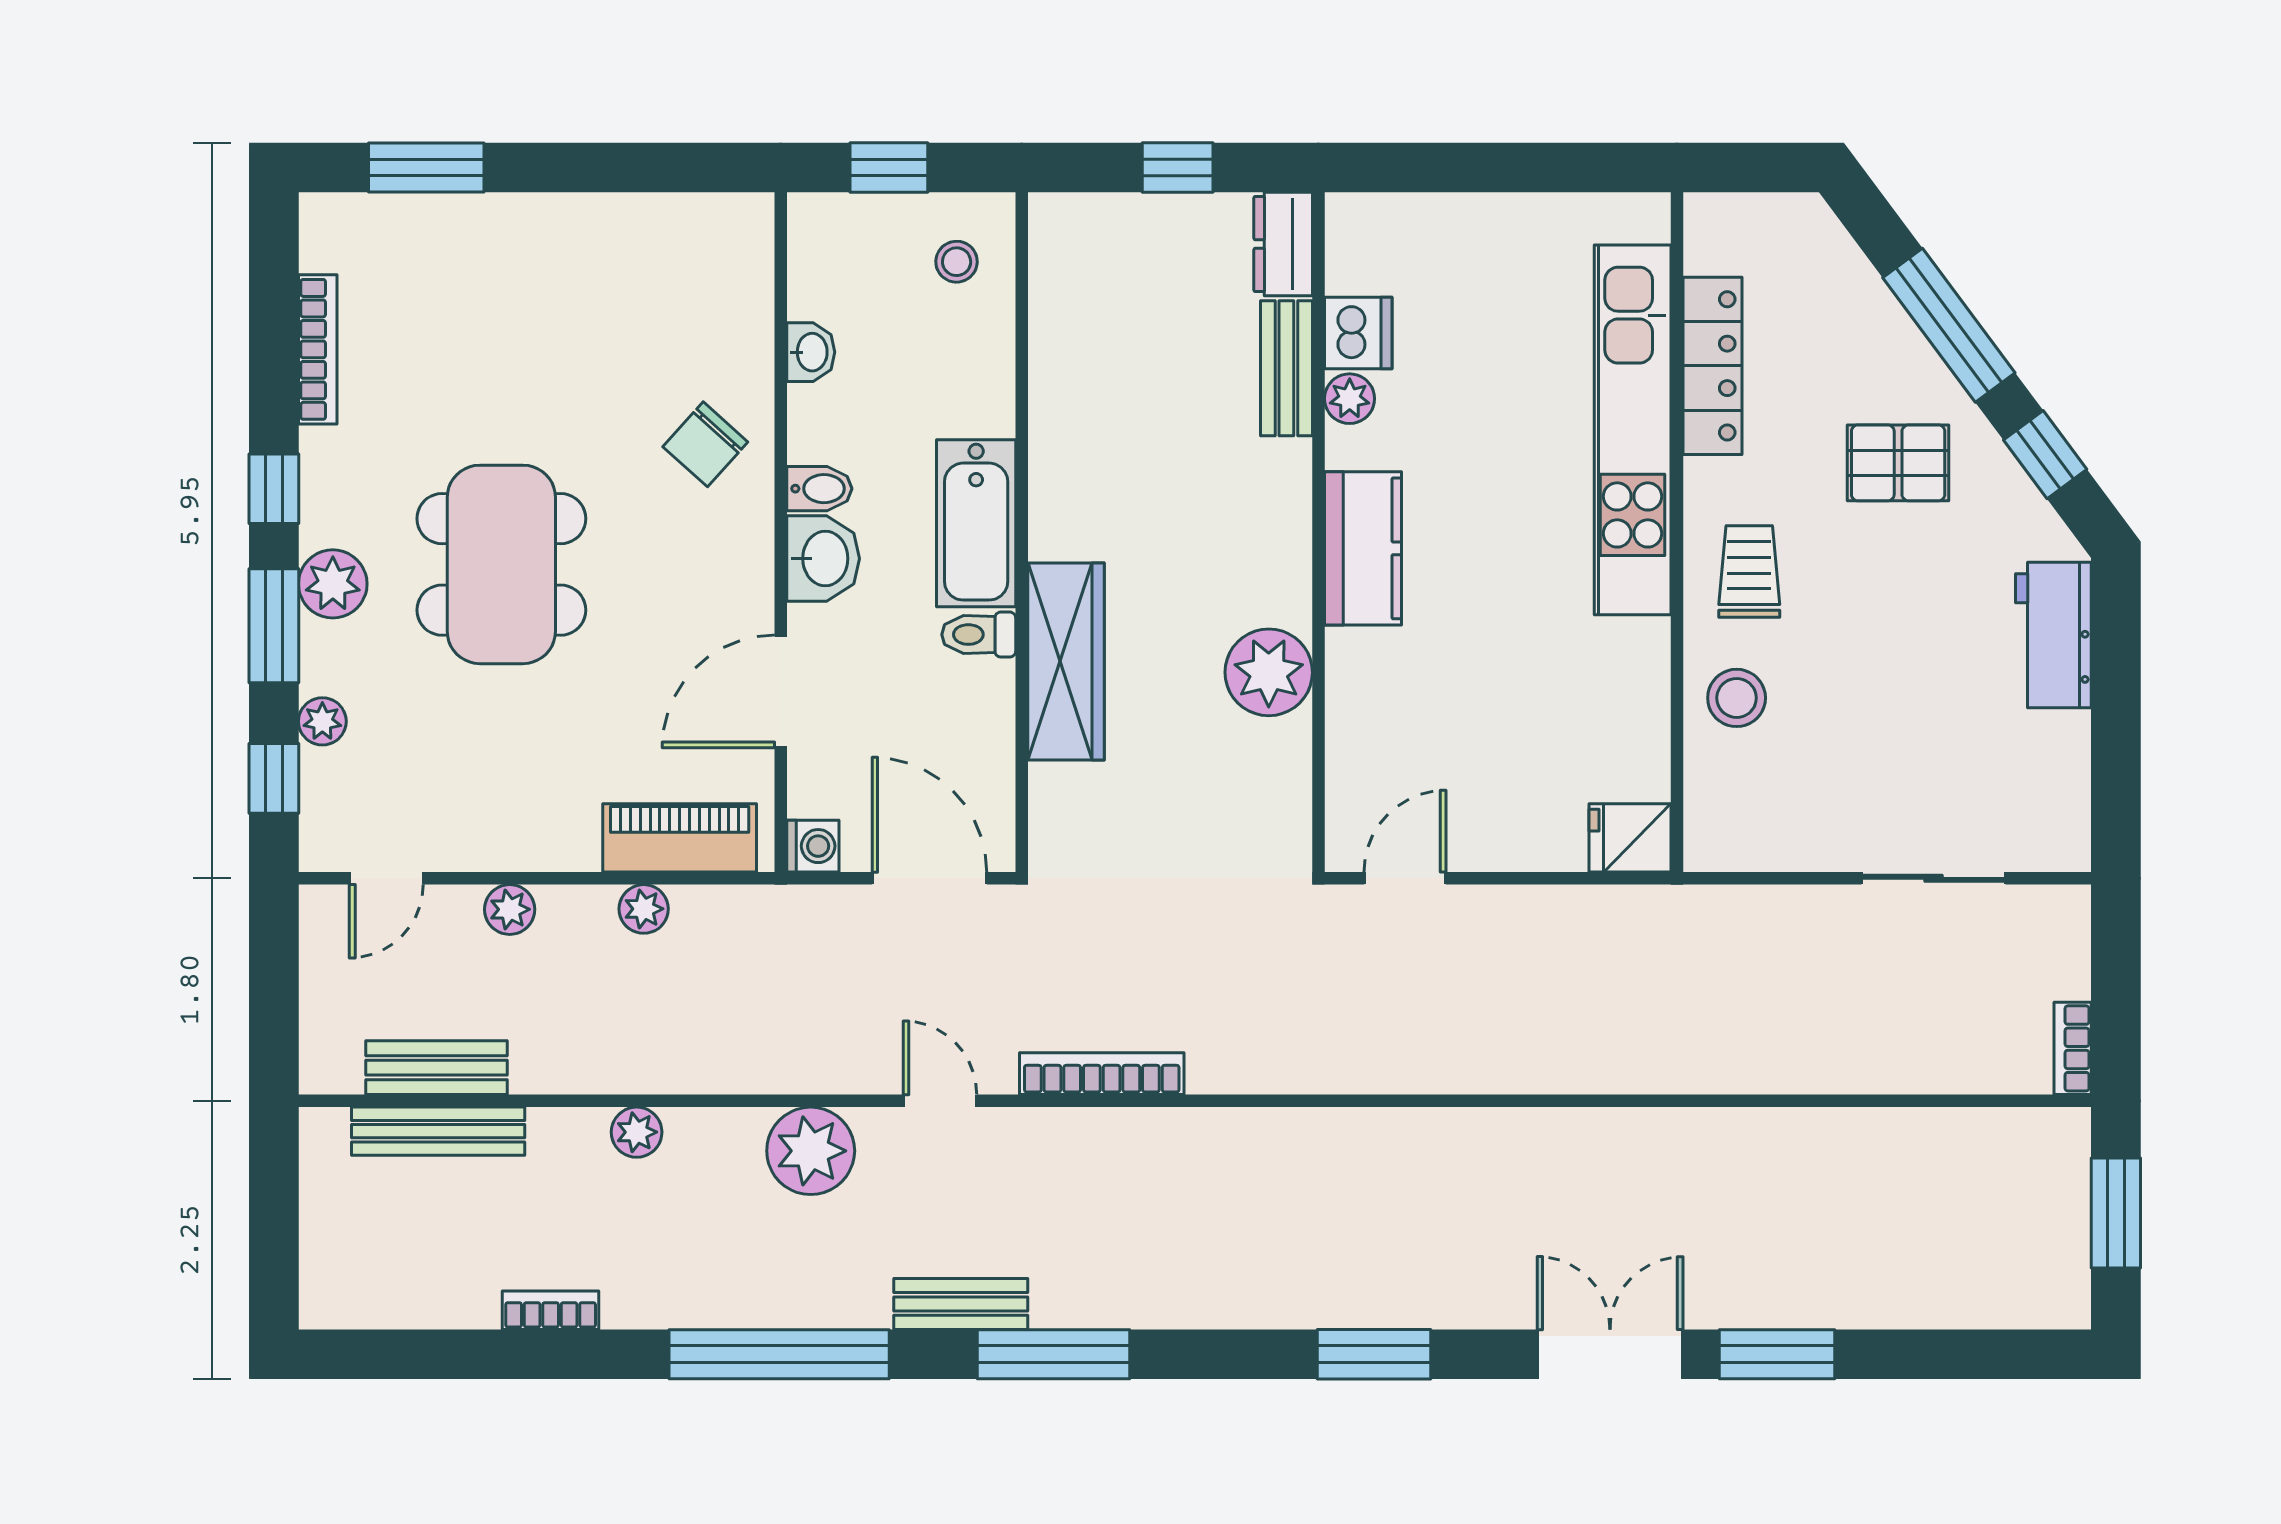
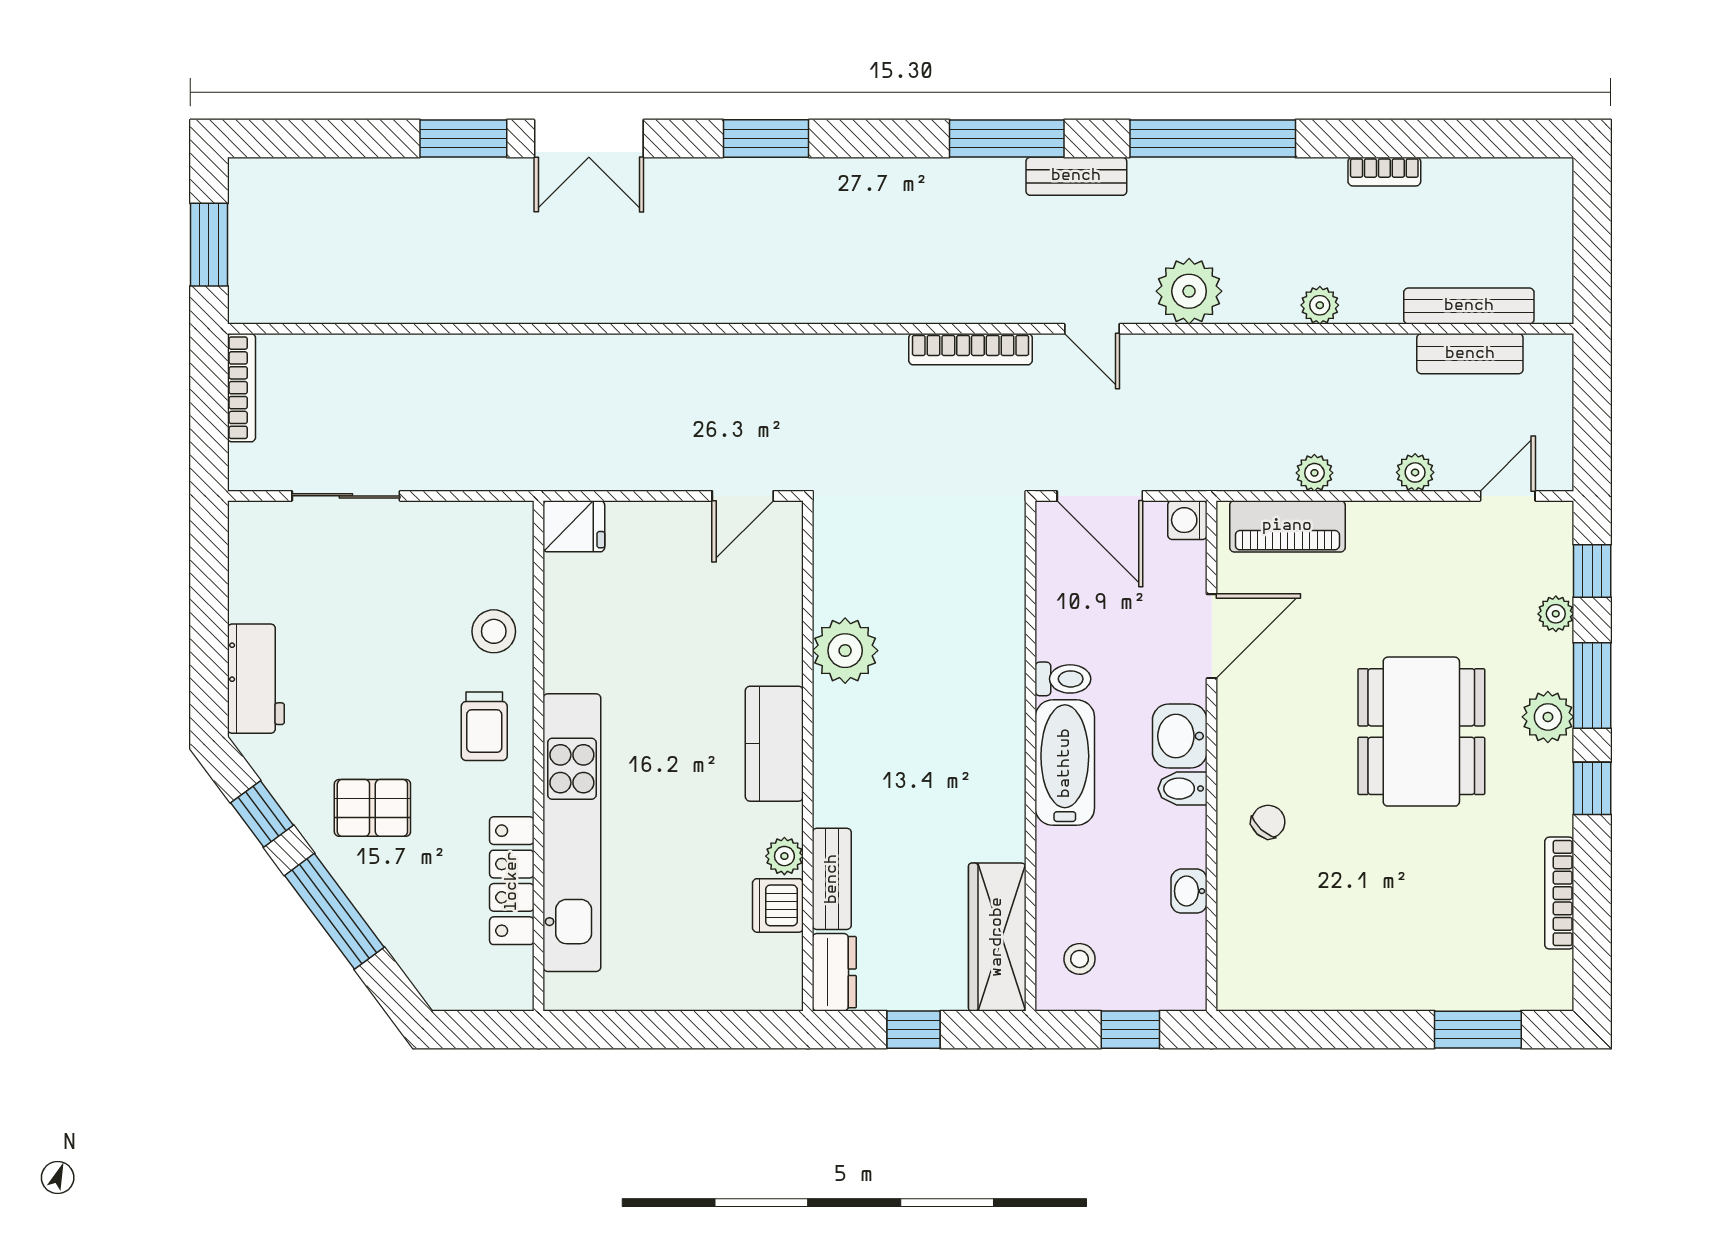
chair: (705, 444) -> (1268, 822), width x0.73, depth x0.73
wardrobe: (1066, 661) -> (997, 937), moved
bookcase: (2073, 1048) -> (241, 388), width x1.56

